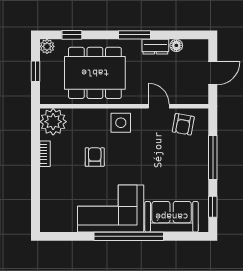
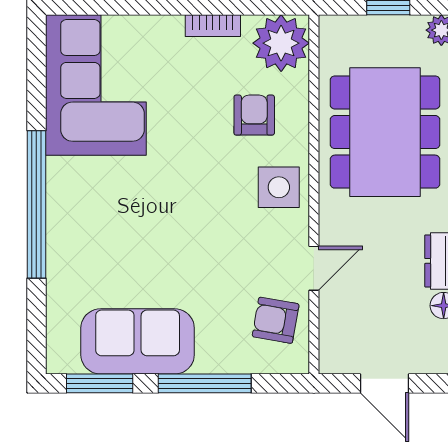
armchair: (95, 157) -> (254, 115), moved, turned -90
window: (213, 207) -> (100, 383), width x1.50
corner sofa: (111, 209) -> (96, 85), moved
sofa: (172, 217) -> (138, 341), moved, turned -90

